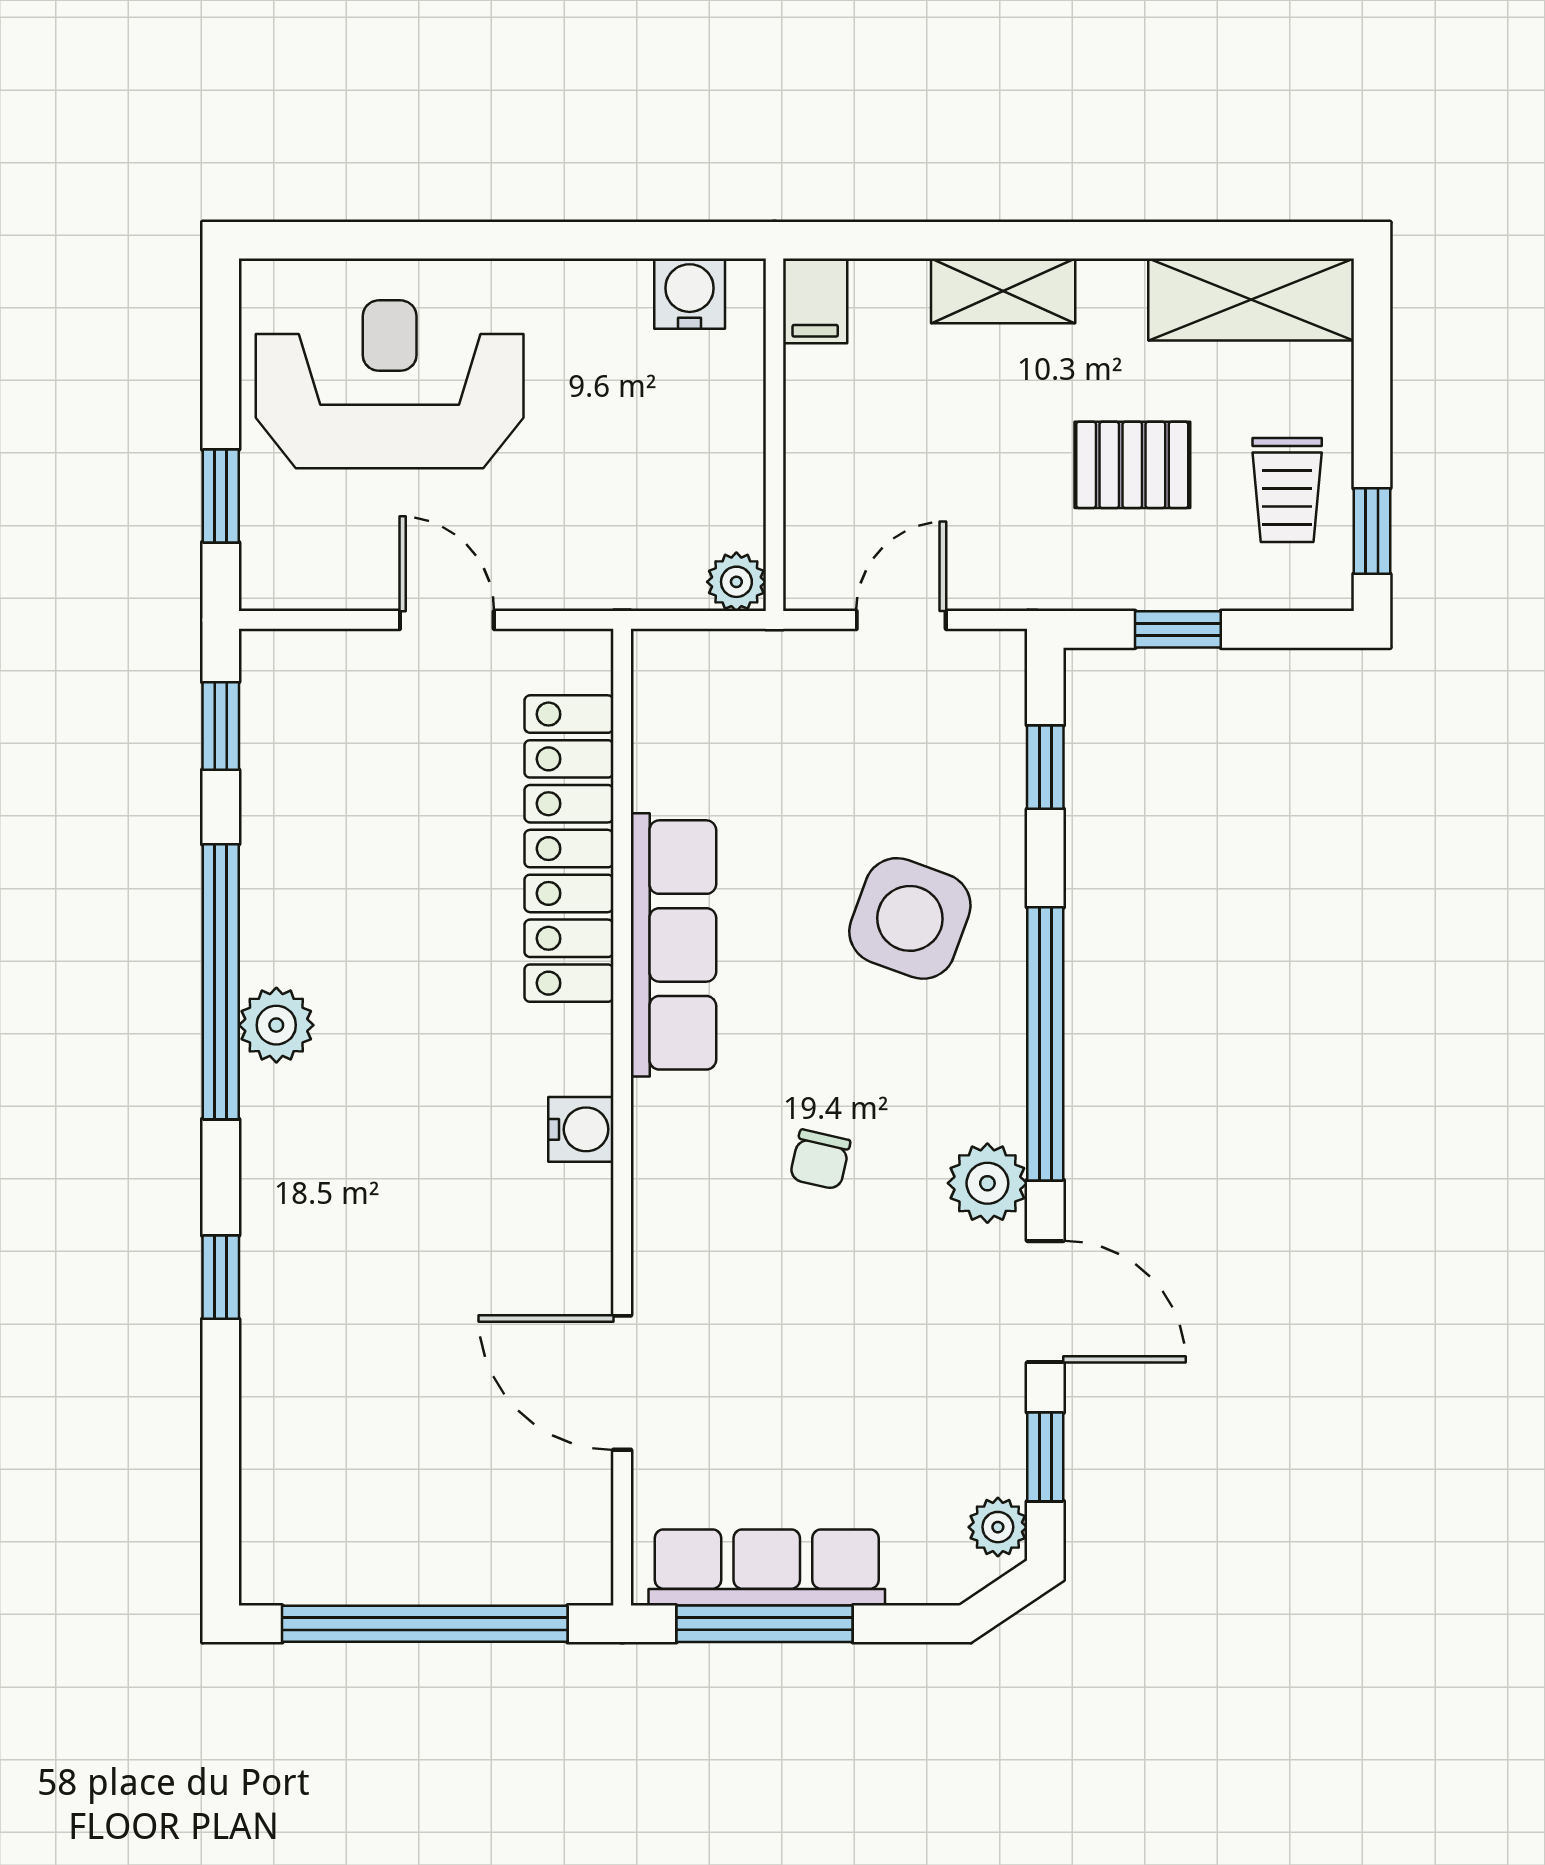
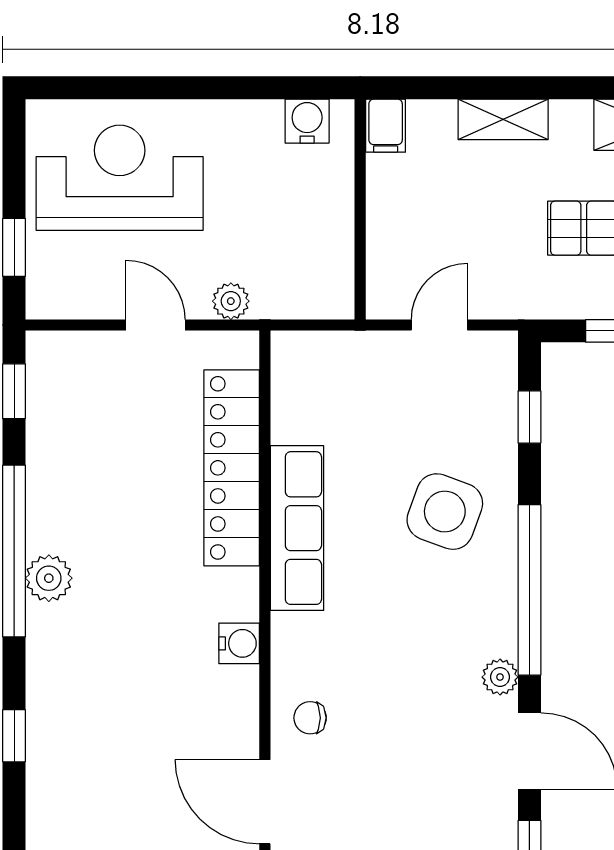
plant: (736, 582) -> (231, 301), moved
chair: (820, 1160) -> (310, 718), moved, turned 77
plant: (987, 1183) -> (500, 677), width x0.73, depth x0.73

